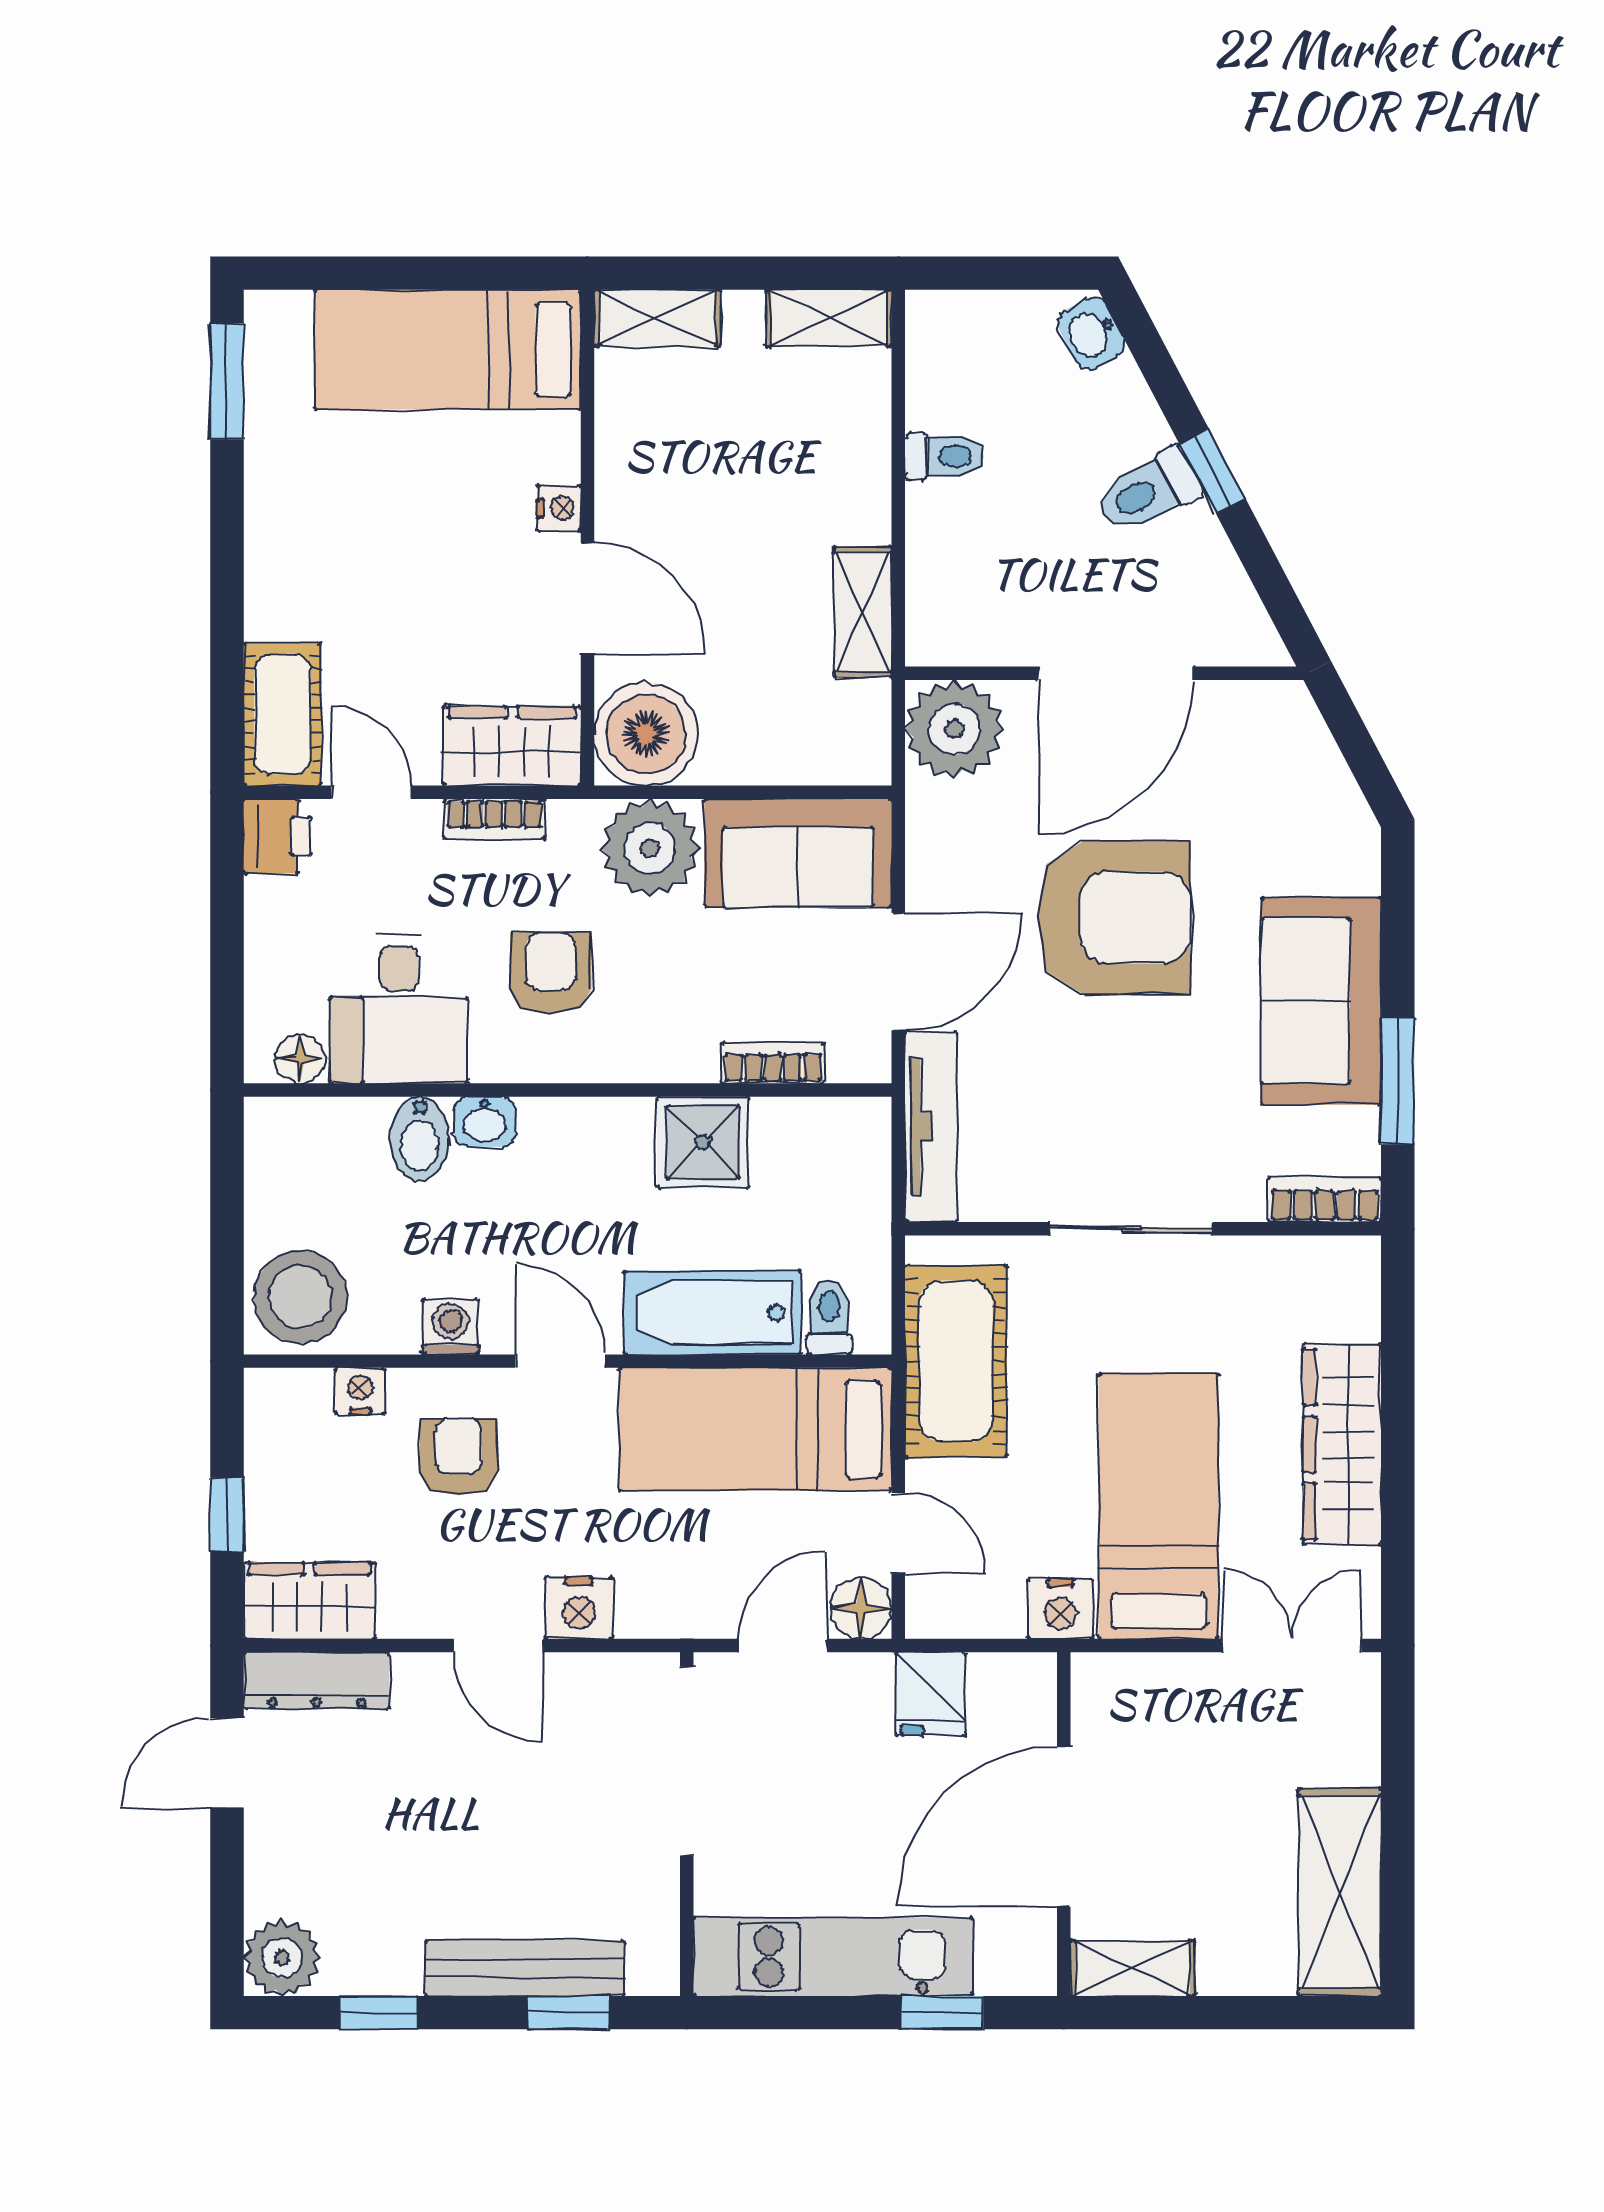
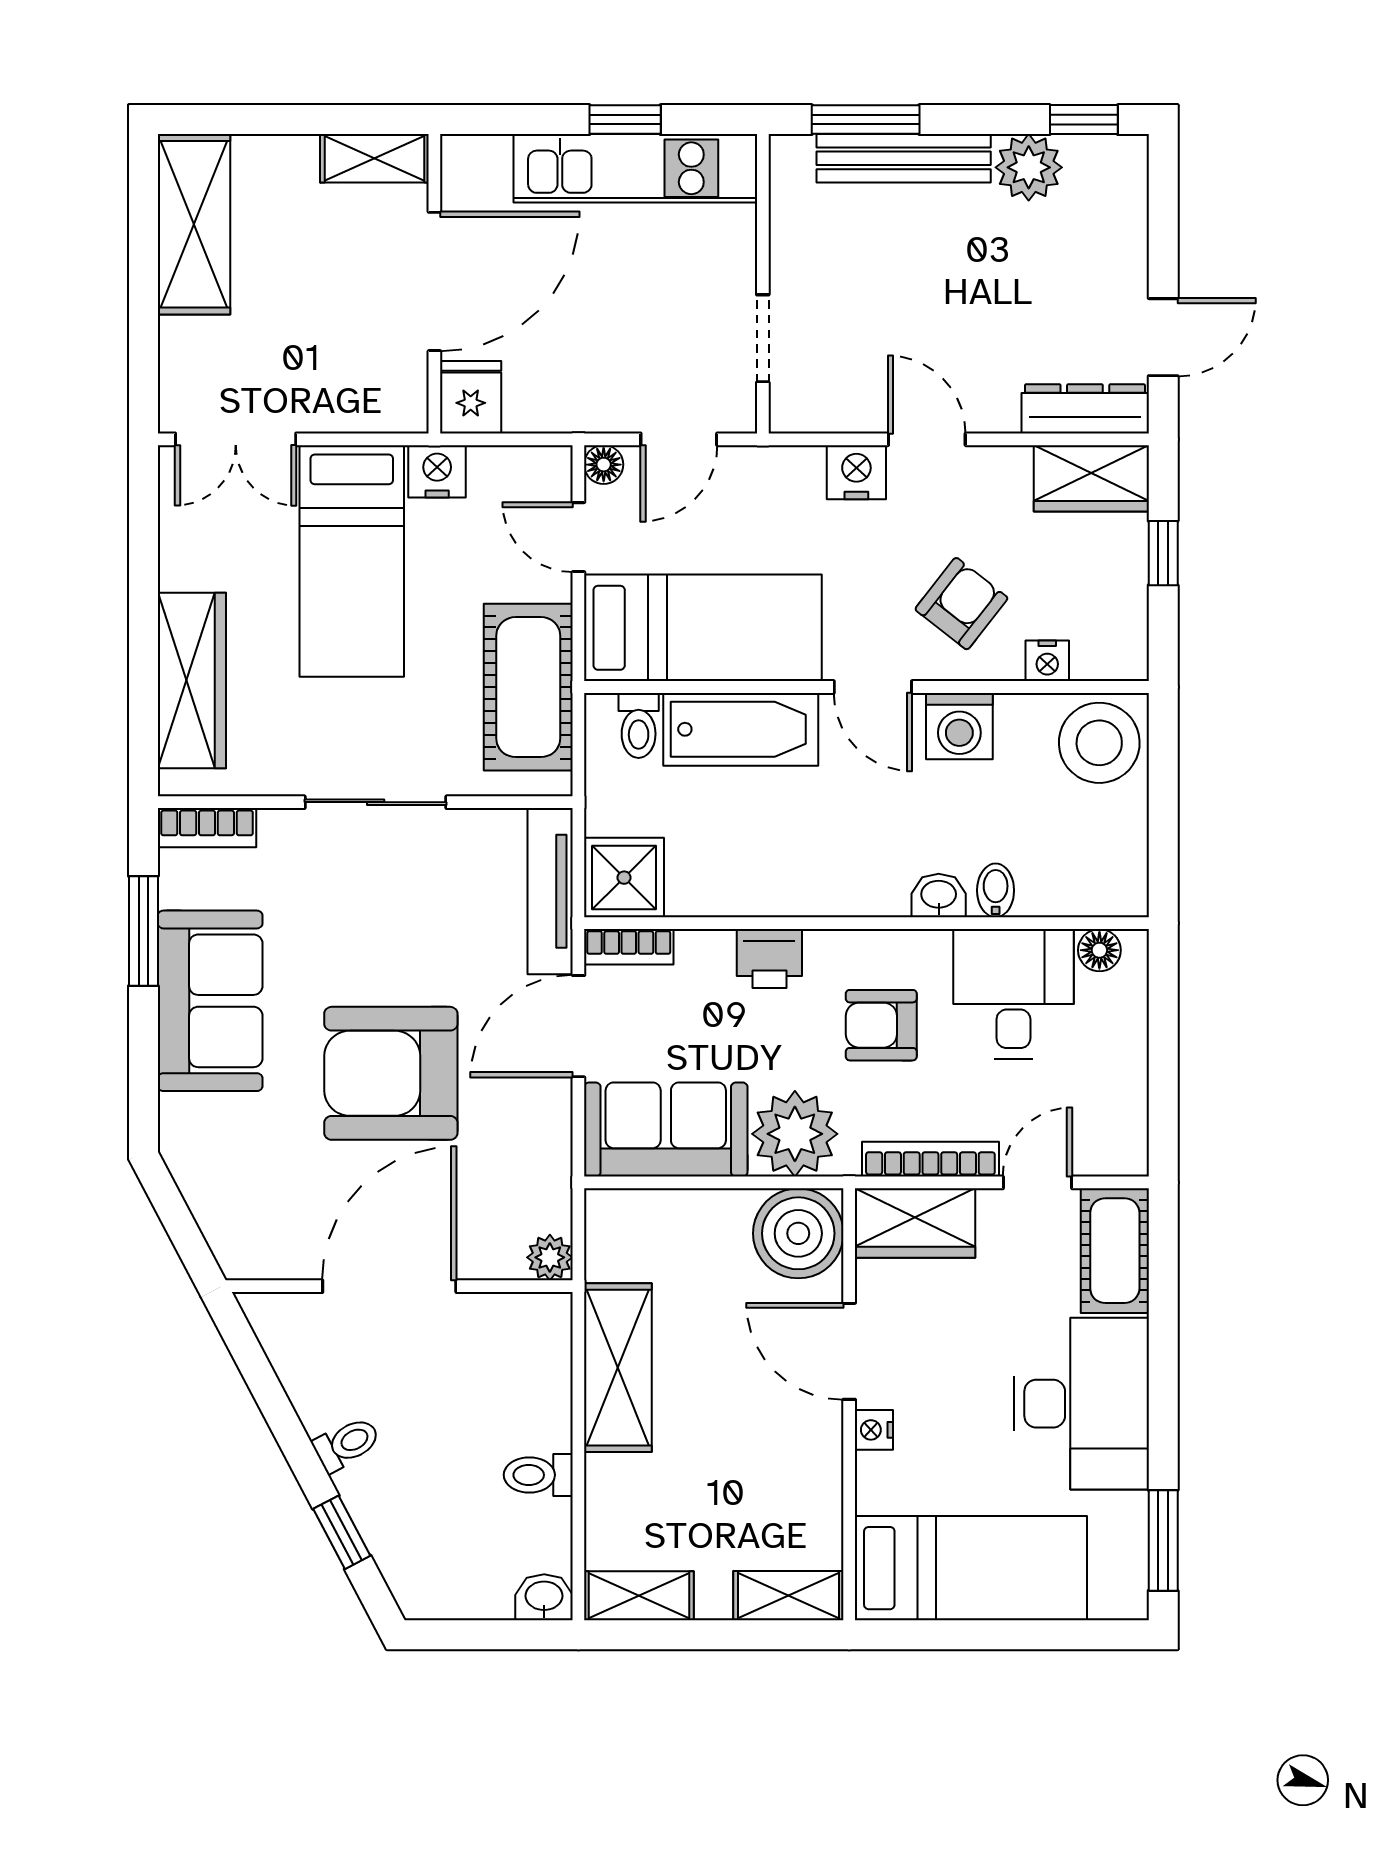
washbasin: (1091, 333) -> (544, 1597), moved, turned -62
window: (1212, 471) -> (342, 1532), moved
toilet: (1148, 491) -> (347, 1444), width x0.73, depth x0.72
desk: (321, 538) -> (1081, 1404), added
shelving: (863, 612) -> (618, 1368), width x1.50, depth x1.33
plant: (954, 729) -> (550, 1257), width x0.53, depth x0.53
door: (371, 792) -> (1037, 1182), swing flipped
bookcase: (494, 819) -> (930, 1159), width x1.56
printer: (277, 836) -> (769, 958), moved, turned -90
armchair: (551, 973) -> (881, 1025), turned 90
bookcase: (773, 1063) -> (629, 947), moved
bidet: (419, 1139) -> (996, 890), width x0.72, depth x0.74
shower: (703, 1142) -> (624, 878), moved
washing machine: (450, 1327) -> (959, 726), width x1.38, depth x1.38
wardrobe: (1342, 1444) -> (192, 681), moved
armchair: (459, 1457) -> (961, 604), turned -142
floor lamp: (861, 1608) -> (604, 465), width x0.73, depth x0.73
fridge: (930, 1694) -> (471, 397), moved
doorway: (687, 1761) -> (763, 338), width x0.53
plant: (282, 1958) -> (1029, 167), moved
window: (379, 2013) -> (1084, 120), moved
window: (569, 2013) -> (866, 120), width x1.50
window: (942, 2013) -> (625, 120), moved

